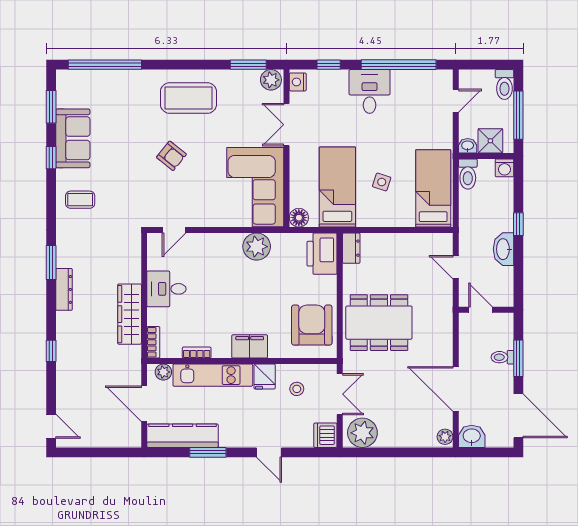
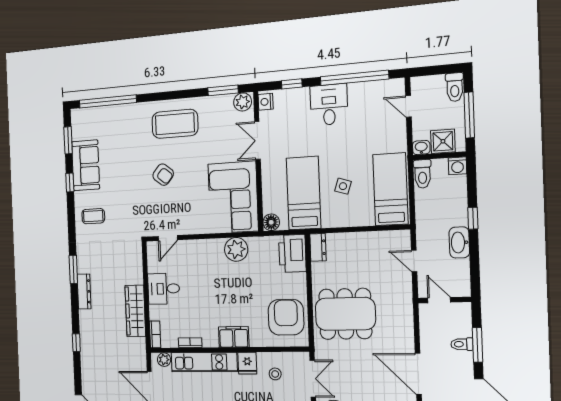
door: (456, 101) -> (408, 106), swing flipped

